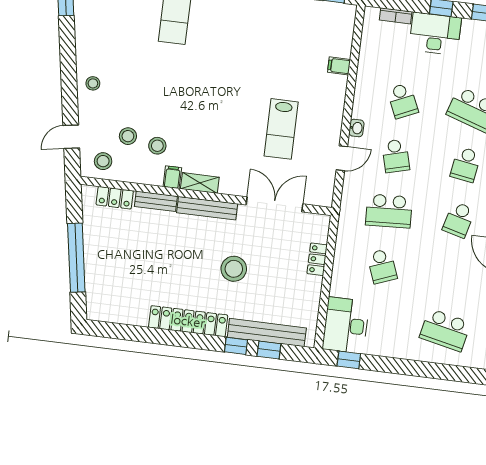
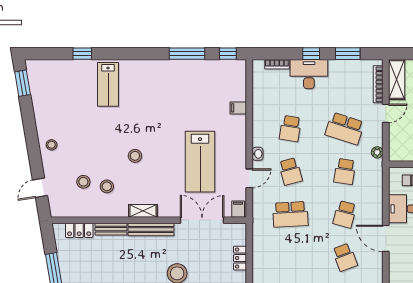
school desk: (403, 101) -> (290, 129), turned 33
lab bench: (281, 129) -> (200, 162), width x1.36, depth x1.39
stool: (103, 161) -> (135, 156), moved
filing cabinet: (172, 177) -> (238, 209), moved
school desk: (382, 266) -> (345, 257), moved

